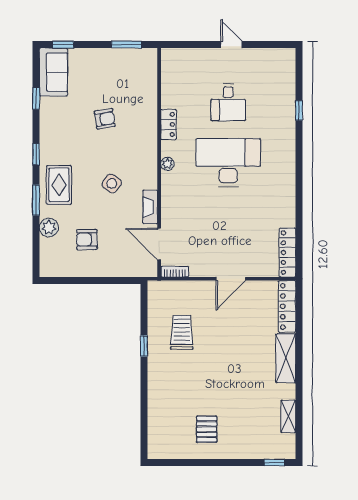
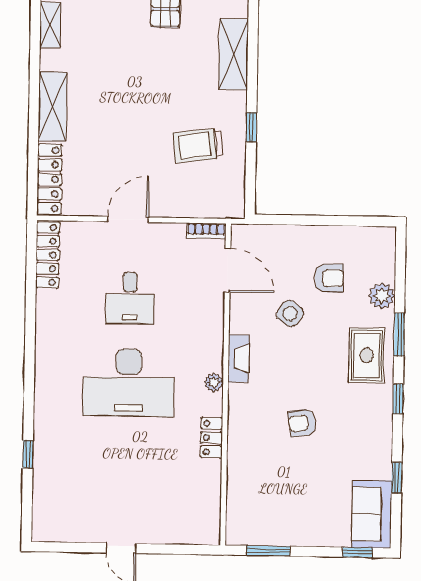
desk: (228, 102) -> (130, 298), moved, turned 180
armchair: (105, 119) -> (302, 423), moved
side table: (112, 183) -> (290, 313), moved
fireplace: (150, 207) -> (238, 359), moved
trolley: (182, 332) -> (198, 146), turned 83
shelving: (157, 398) -> (234, 54), added

